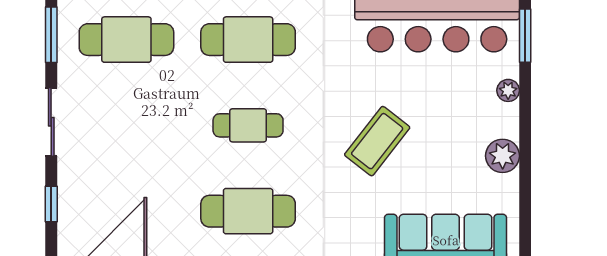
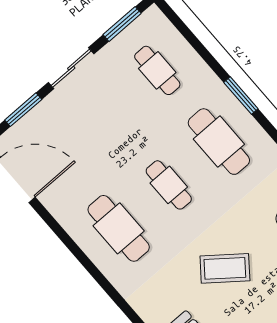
cafe table: (126, 40) -> (157, 70), width x0.73, depth x0.74
window: (51, 204) -> (23, 110), width x1.50

